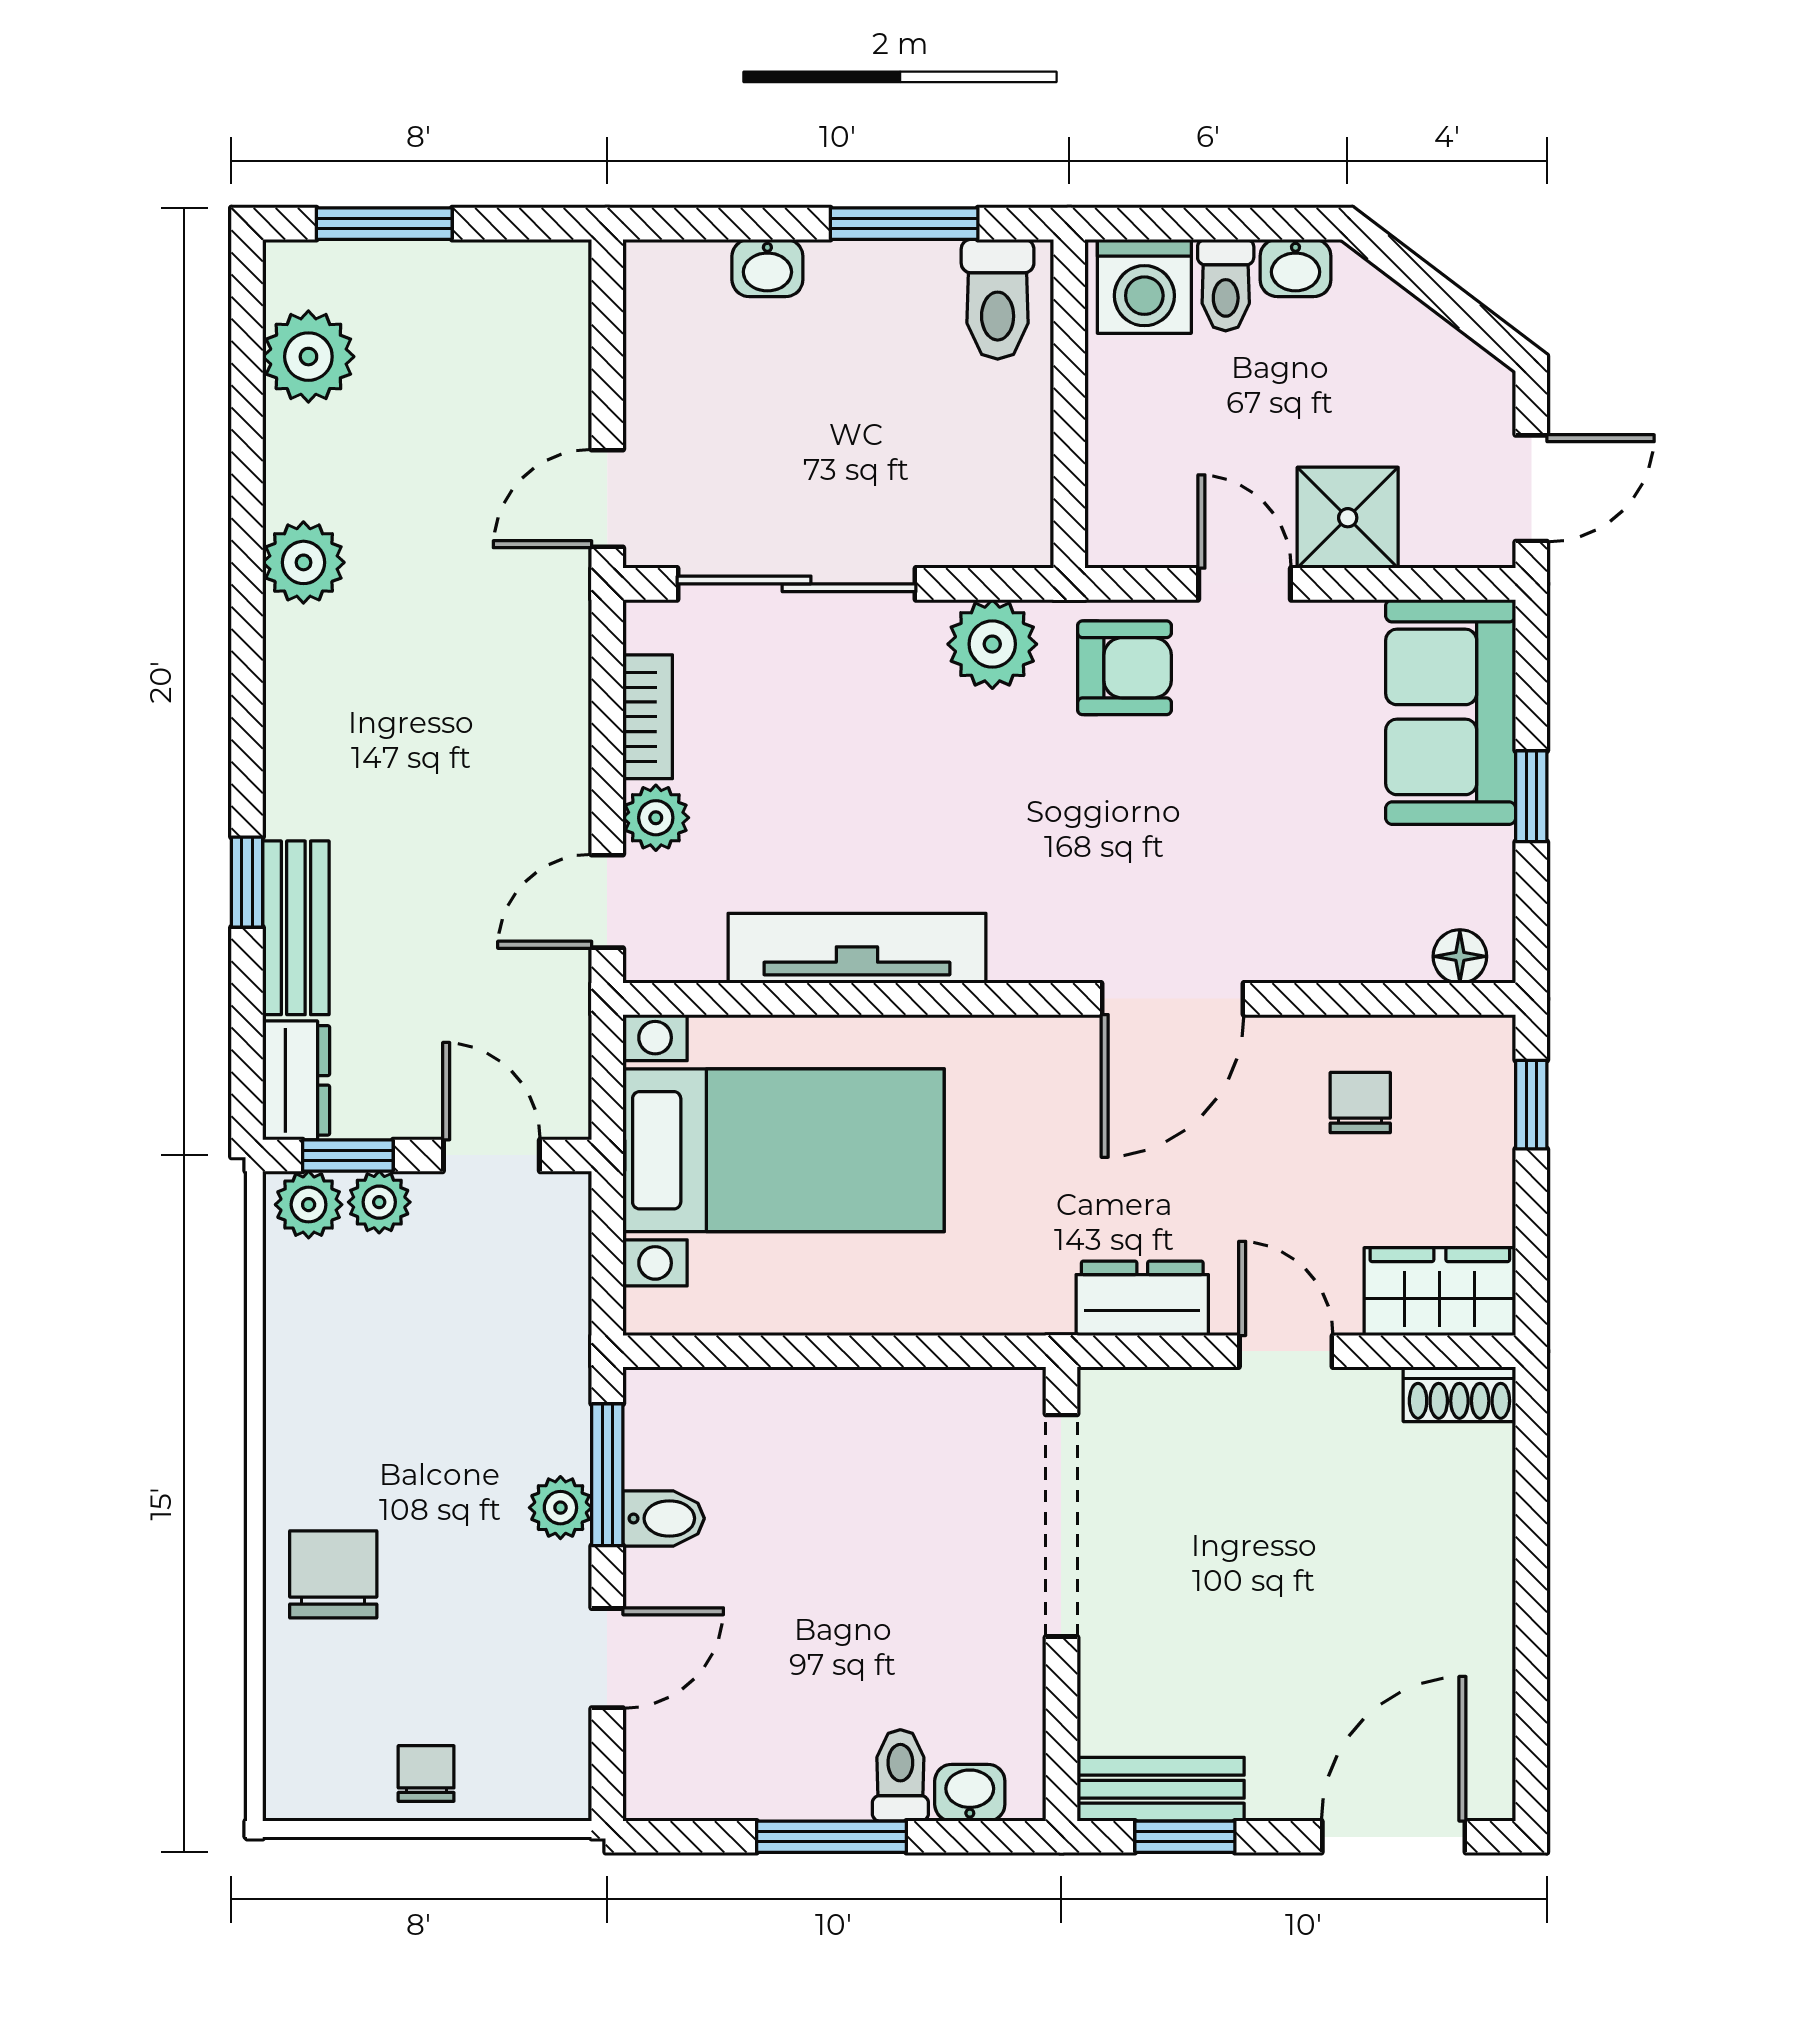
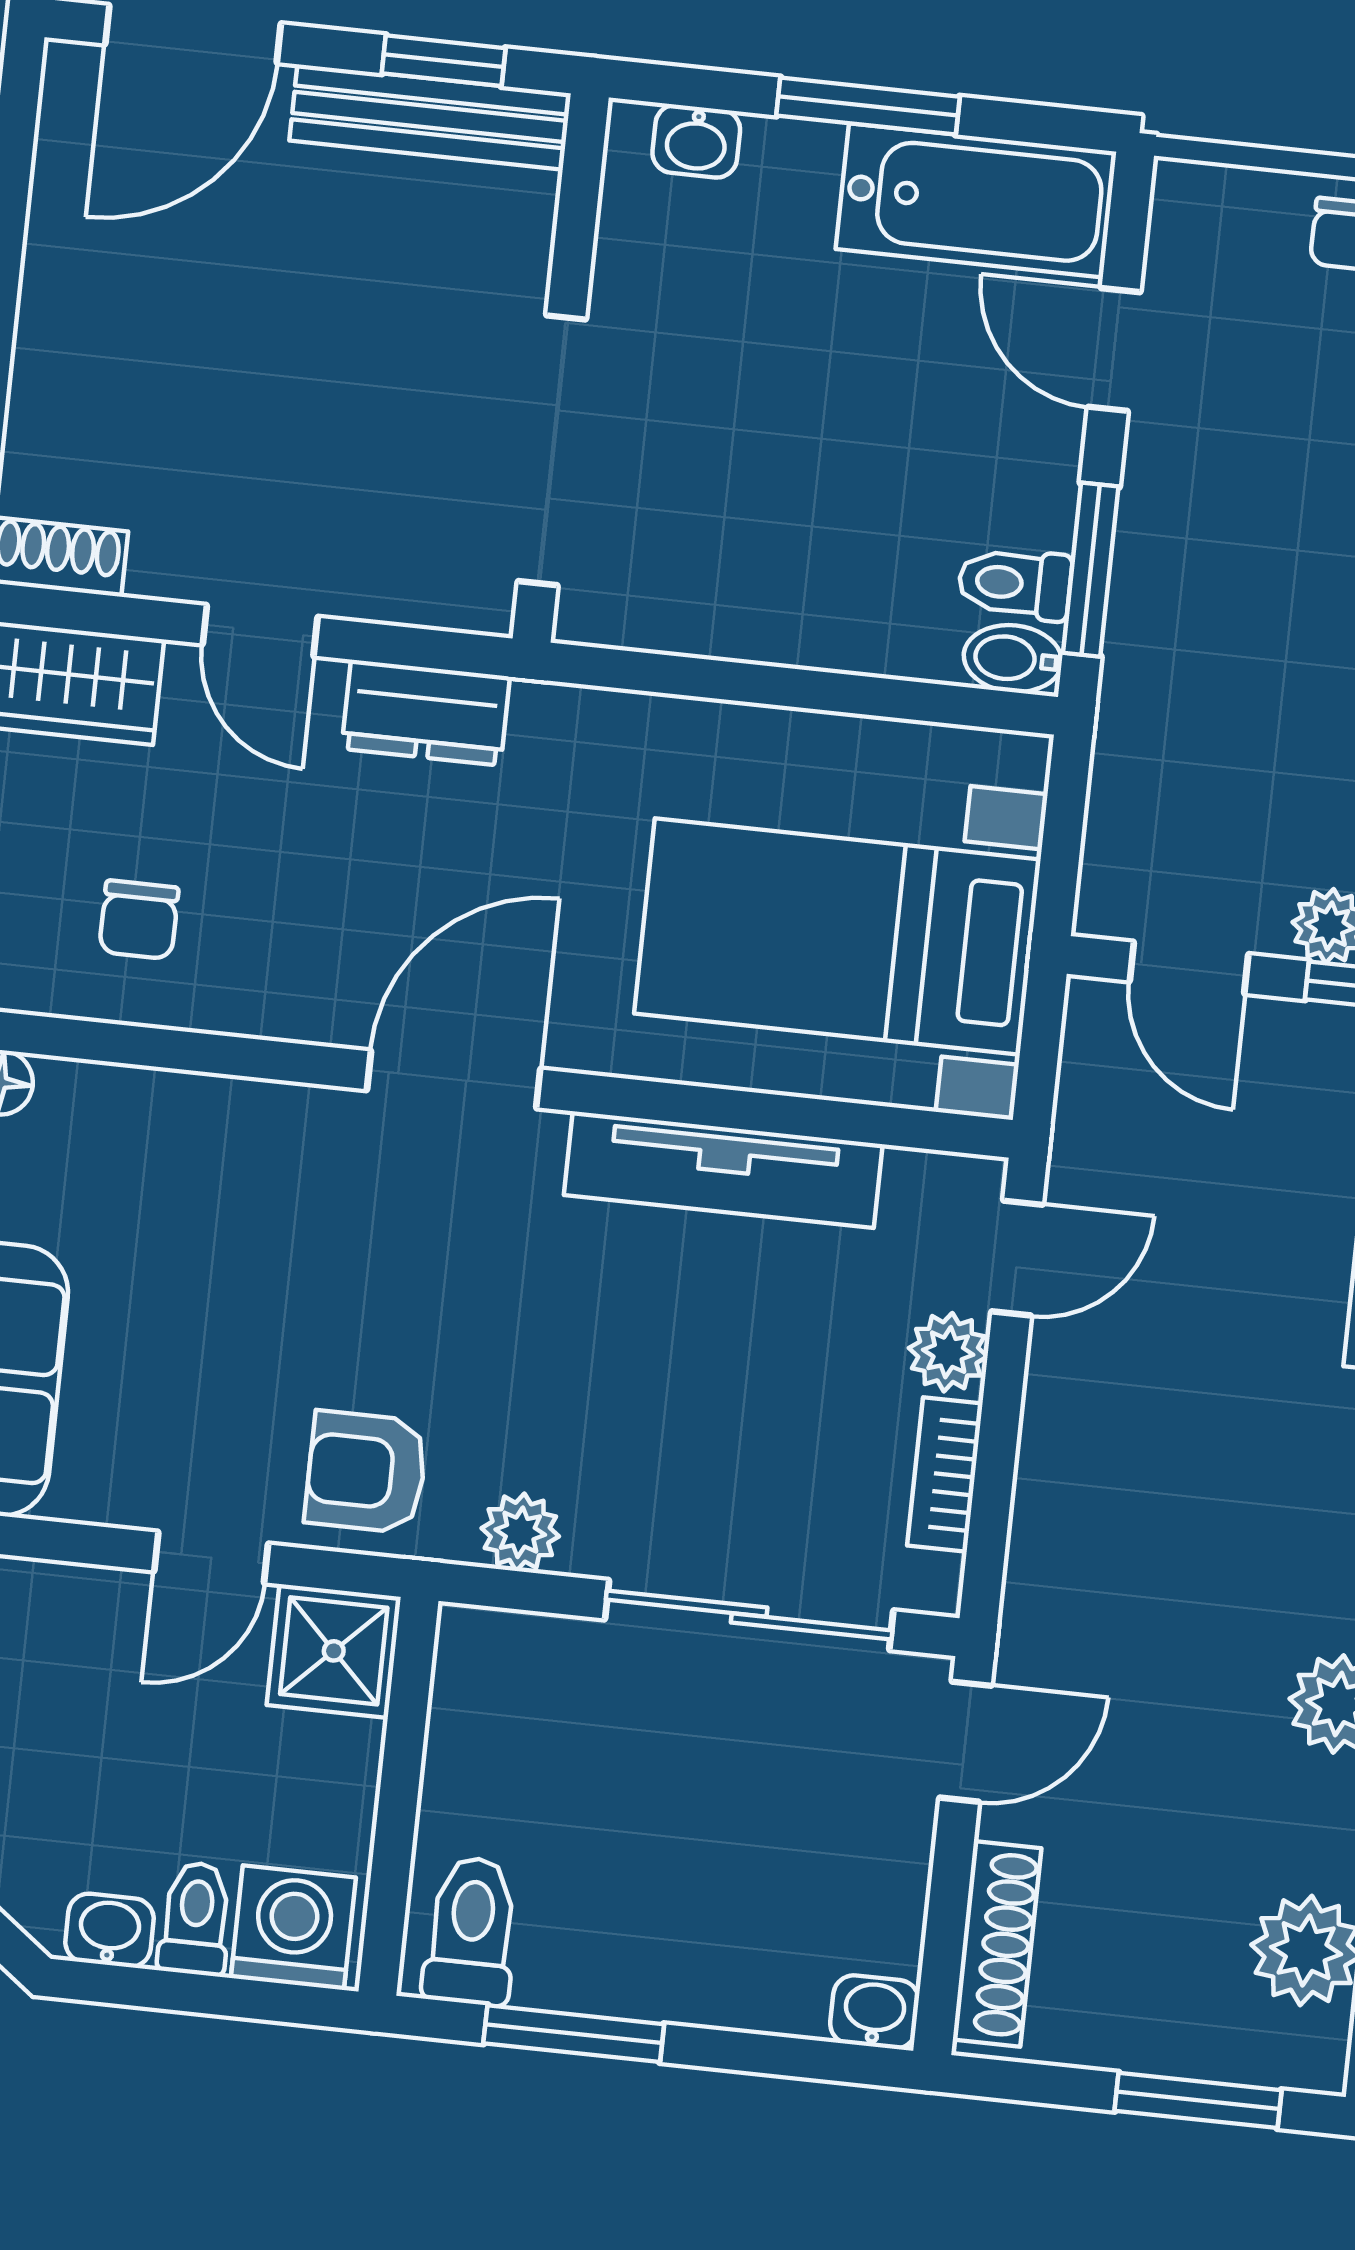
washbasin: (767, 268) -> (874, 2012), moved
shoe rack: (563, 335) -> (997, 1944), added
shower: (1348, 518) -> (334, 1651), moved
door: (1245, 584) -> (211, 1557), hinge flipped
plant: (992, 644) -> (520, 1532), width x0.73, depth x0.73
door: (1173, 999) -> (454, 1079), moved
plant: (560, 1508) -> (1151, 536), removed
bidet: (664, 1518) -> (1013, 659), moved
door: (607, 1658) -> (1114, 349), hinge flipped
bathtub: (734, 1769) -> (976, 200), added
toilet: (900, 1775) -> (1015, 584), moved, turned 90
bench: (1161, 1789) -> (430, 117), width x1.36

